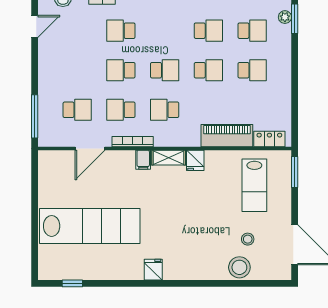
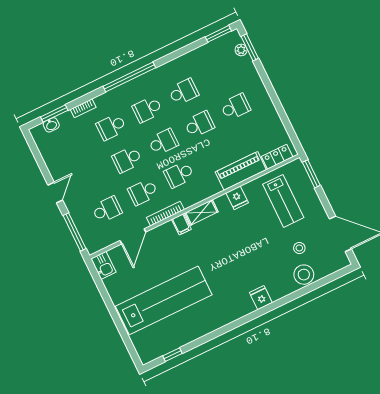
door: (35, 26) -> (55, 193), moved
school desk: (252, 31) -> (147, 109), moved, turned 180
fridge: (195, 160) -> (237, 198), moved
kitchen sink: (47, 163) -> (103, 265), added
fridge: (153, 270) -> (261, 298), moved

